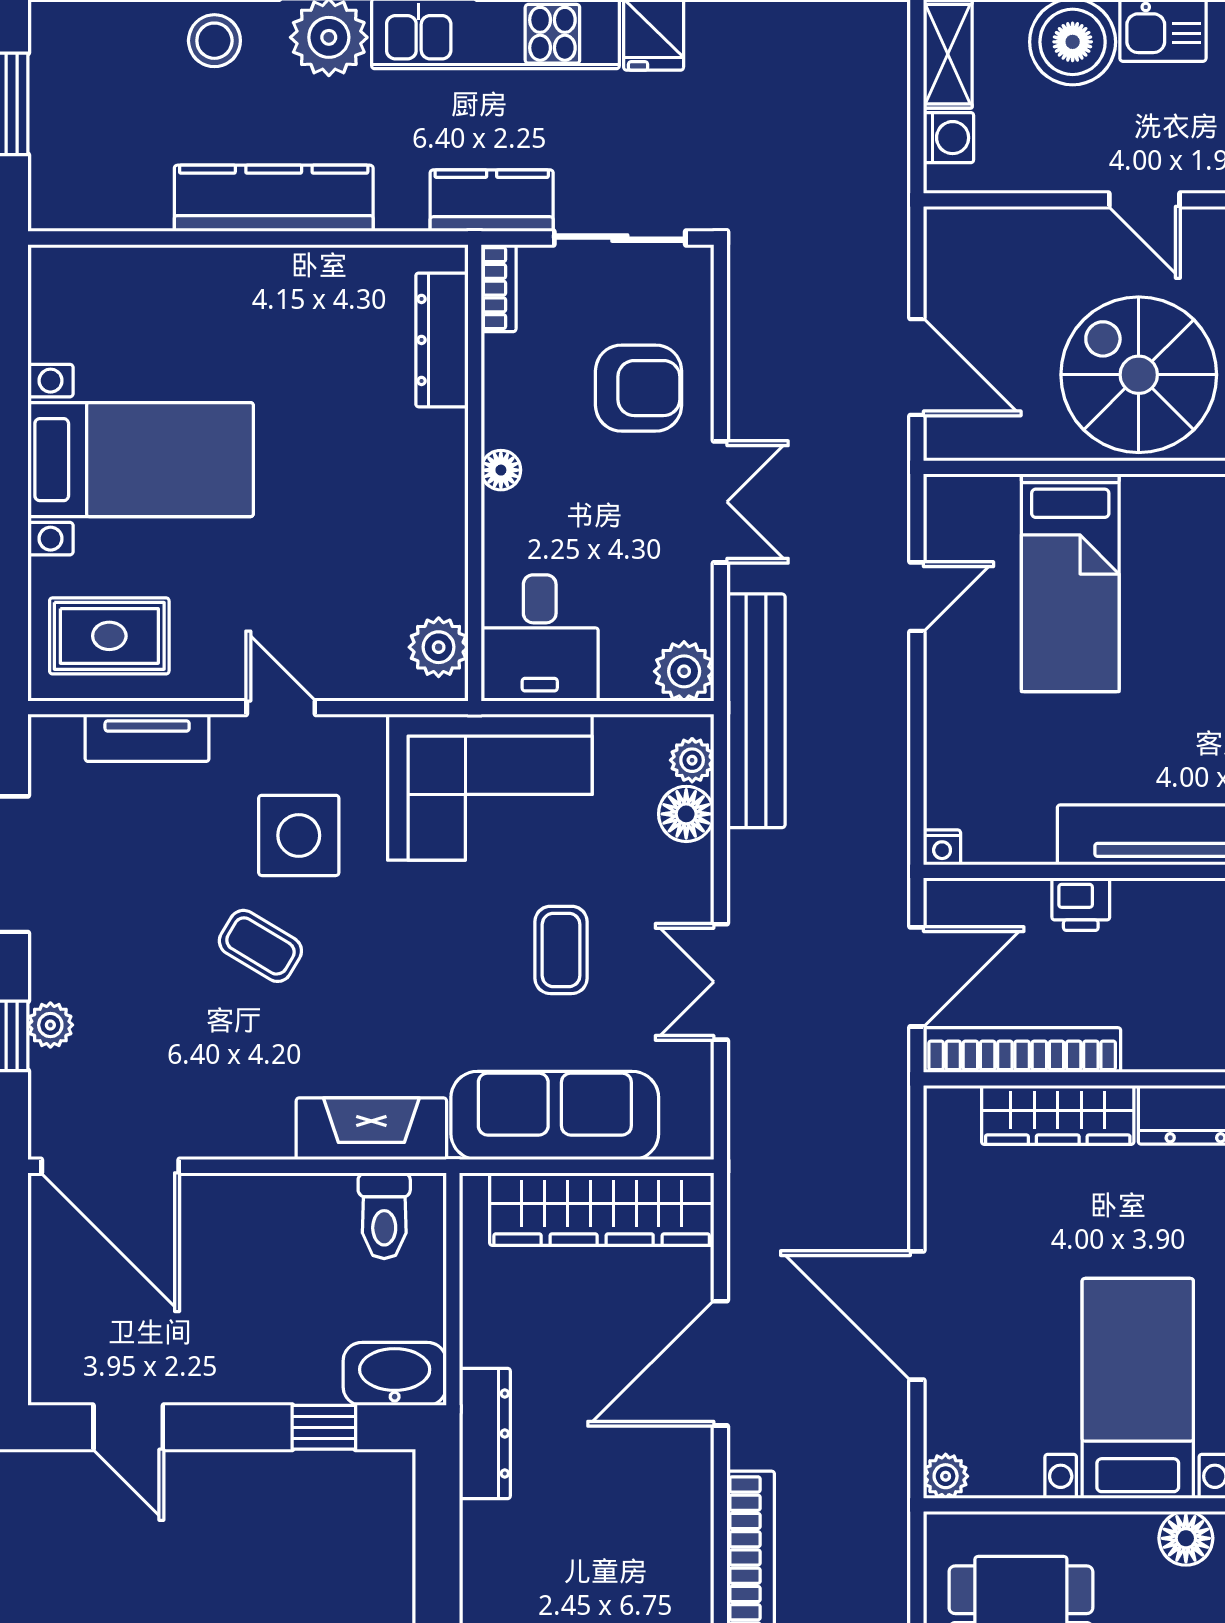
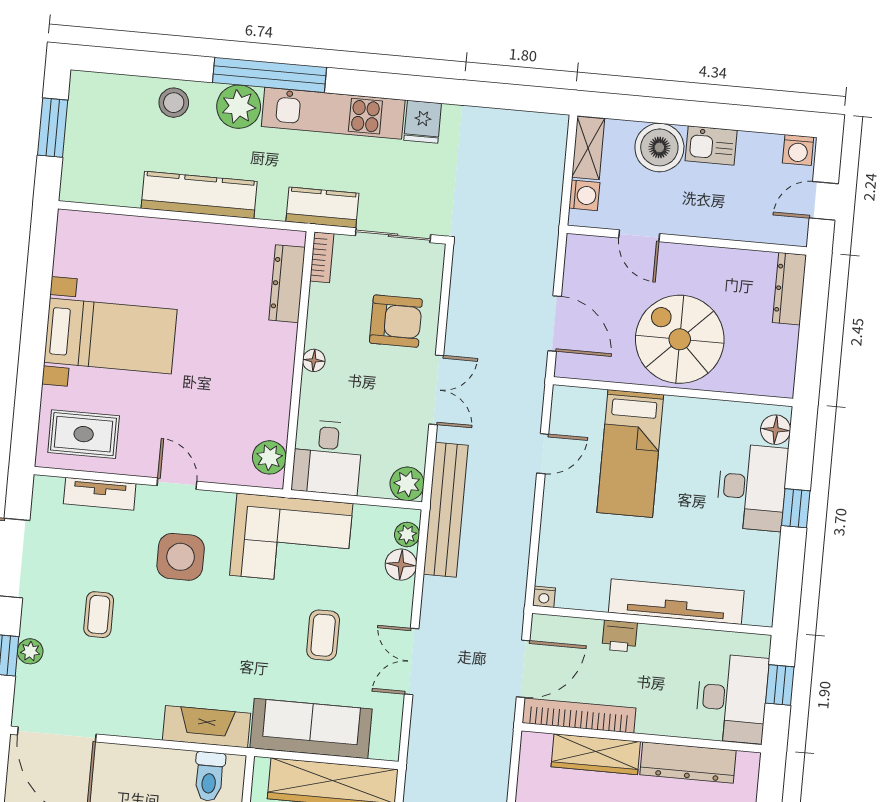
door: (1144, 200) -> (639, 236), moved
coffee table: (260, 946) -> (99, 615), moved, turned 59

